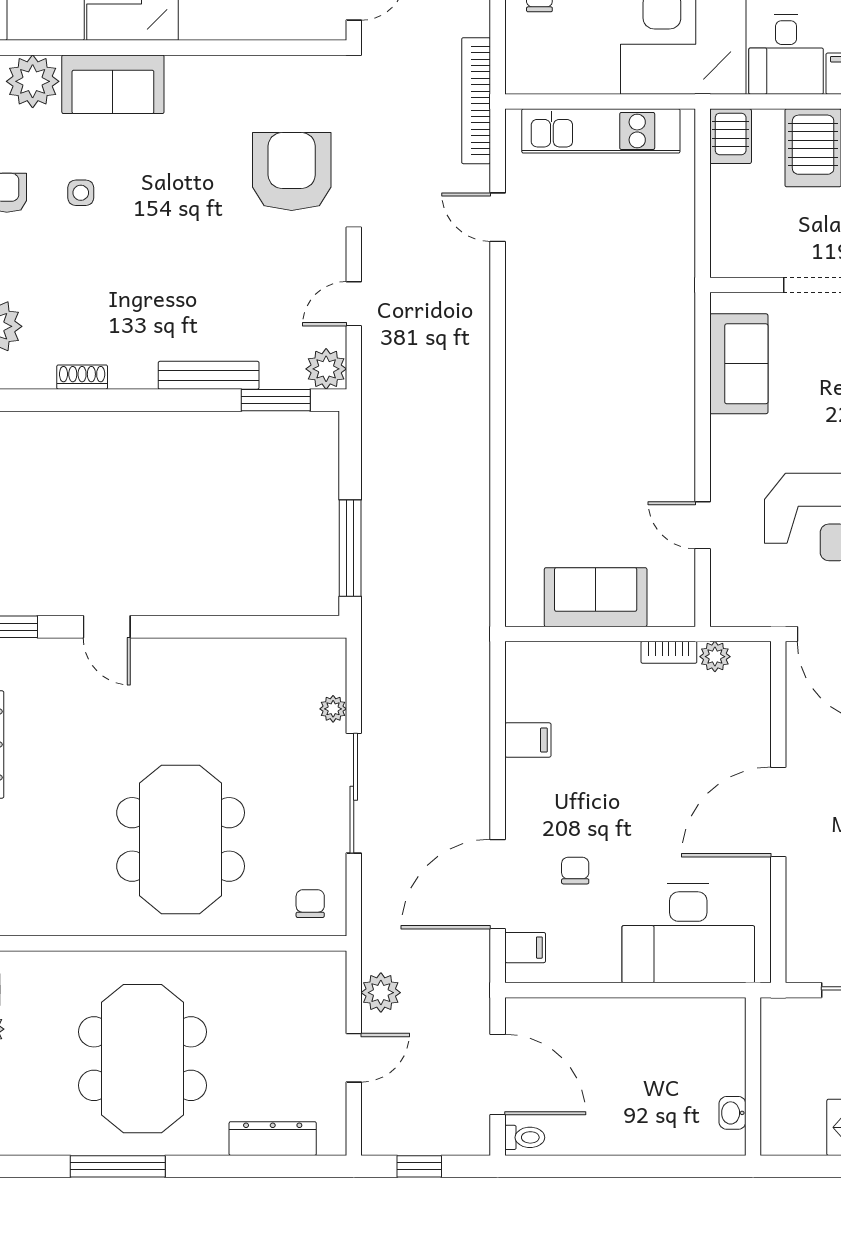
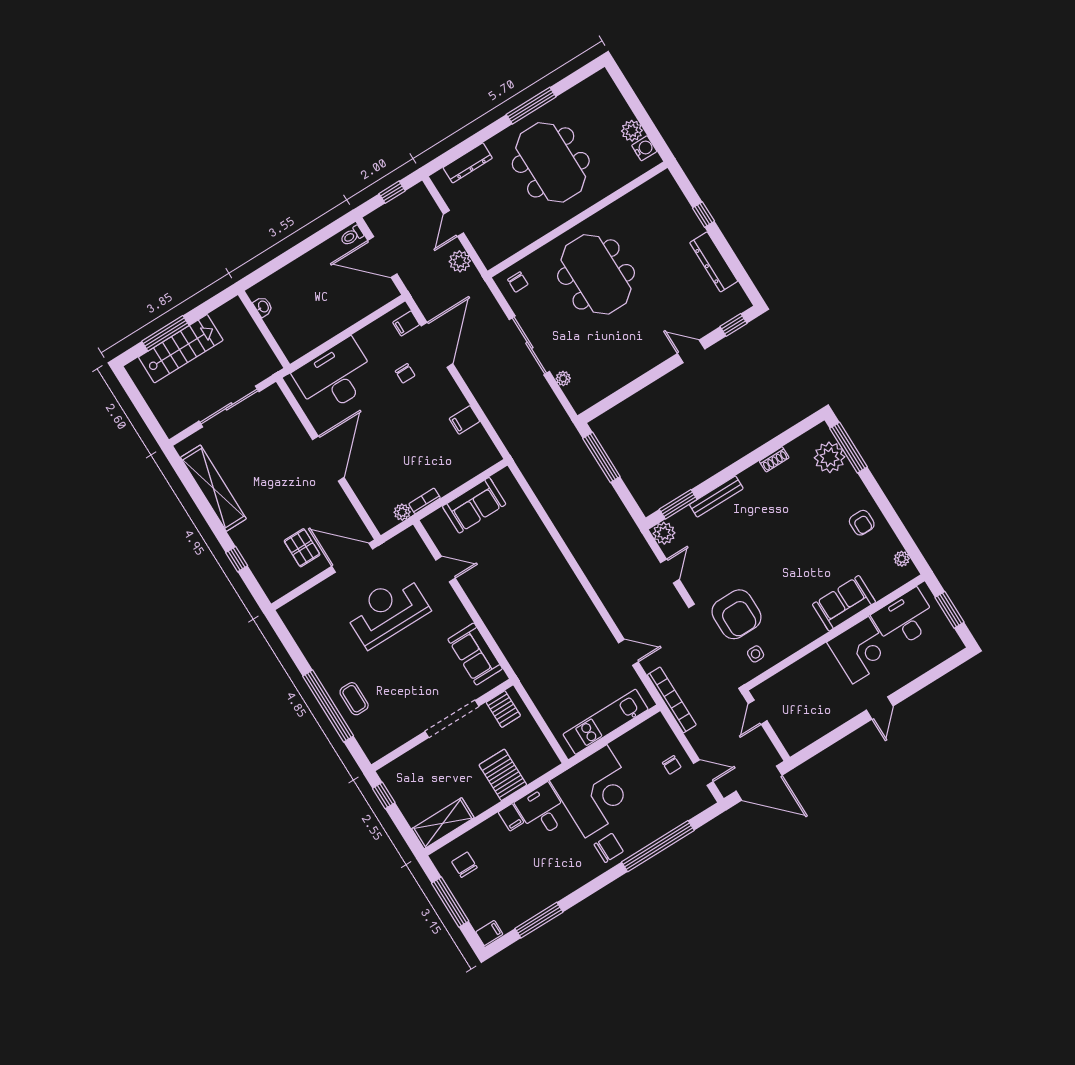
plant: (33, 81) -> (882, 582), removed
server rack: (731, 136) -> (503, 709), moved, turned 180
side table: (81, 193) -> (756, 654), moved

